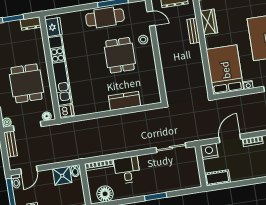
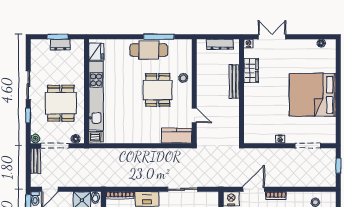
door: (151, 19) -> (194, 115), moved
dresser: (31, 24) -> (60, 45), moved
bench: (193, 31) -> (234, 82), width x1.36
bed: (225, 70) -> (259, 120), removed
kitchen counter: (124, 101) -> (177, 136), moved
sliding door: (171, 148) -> (183, 189), moved

